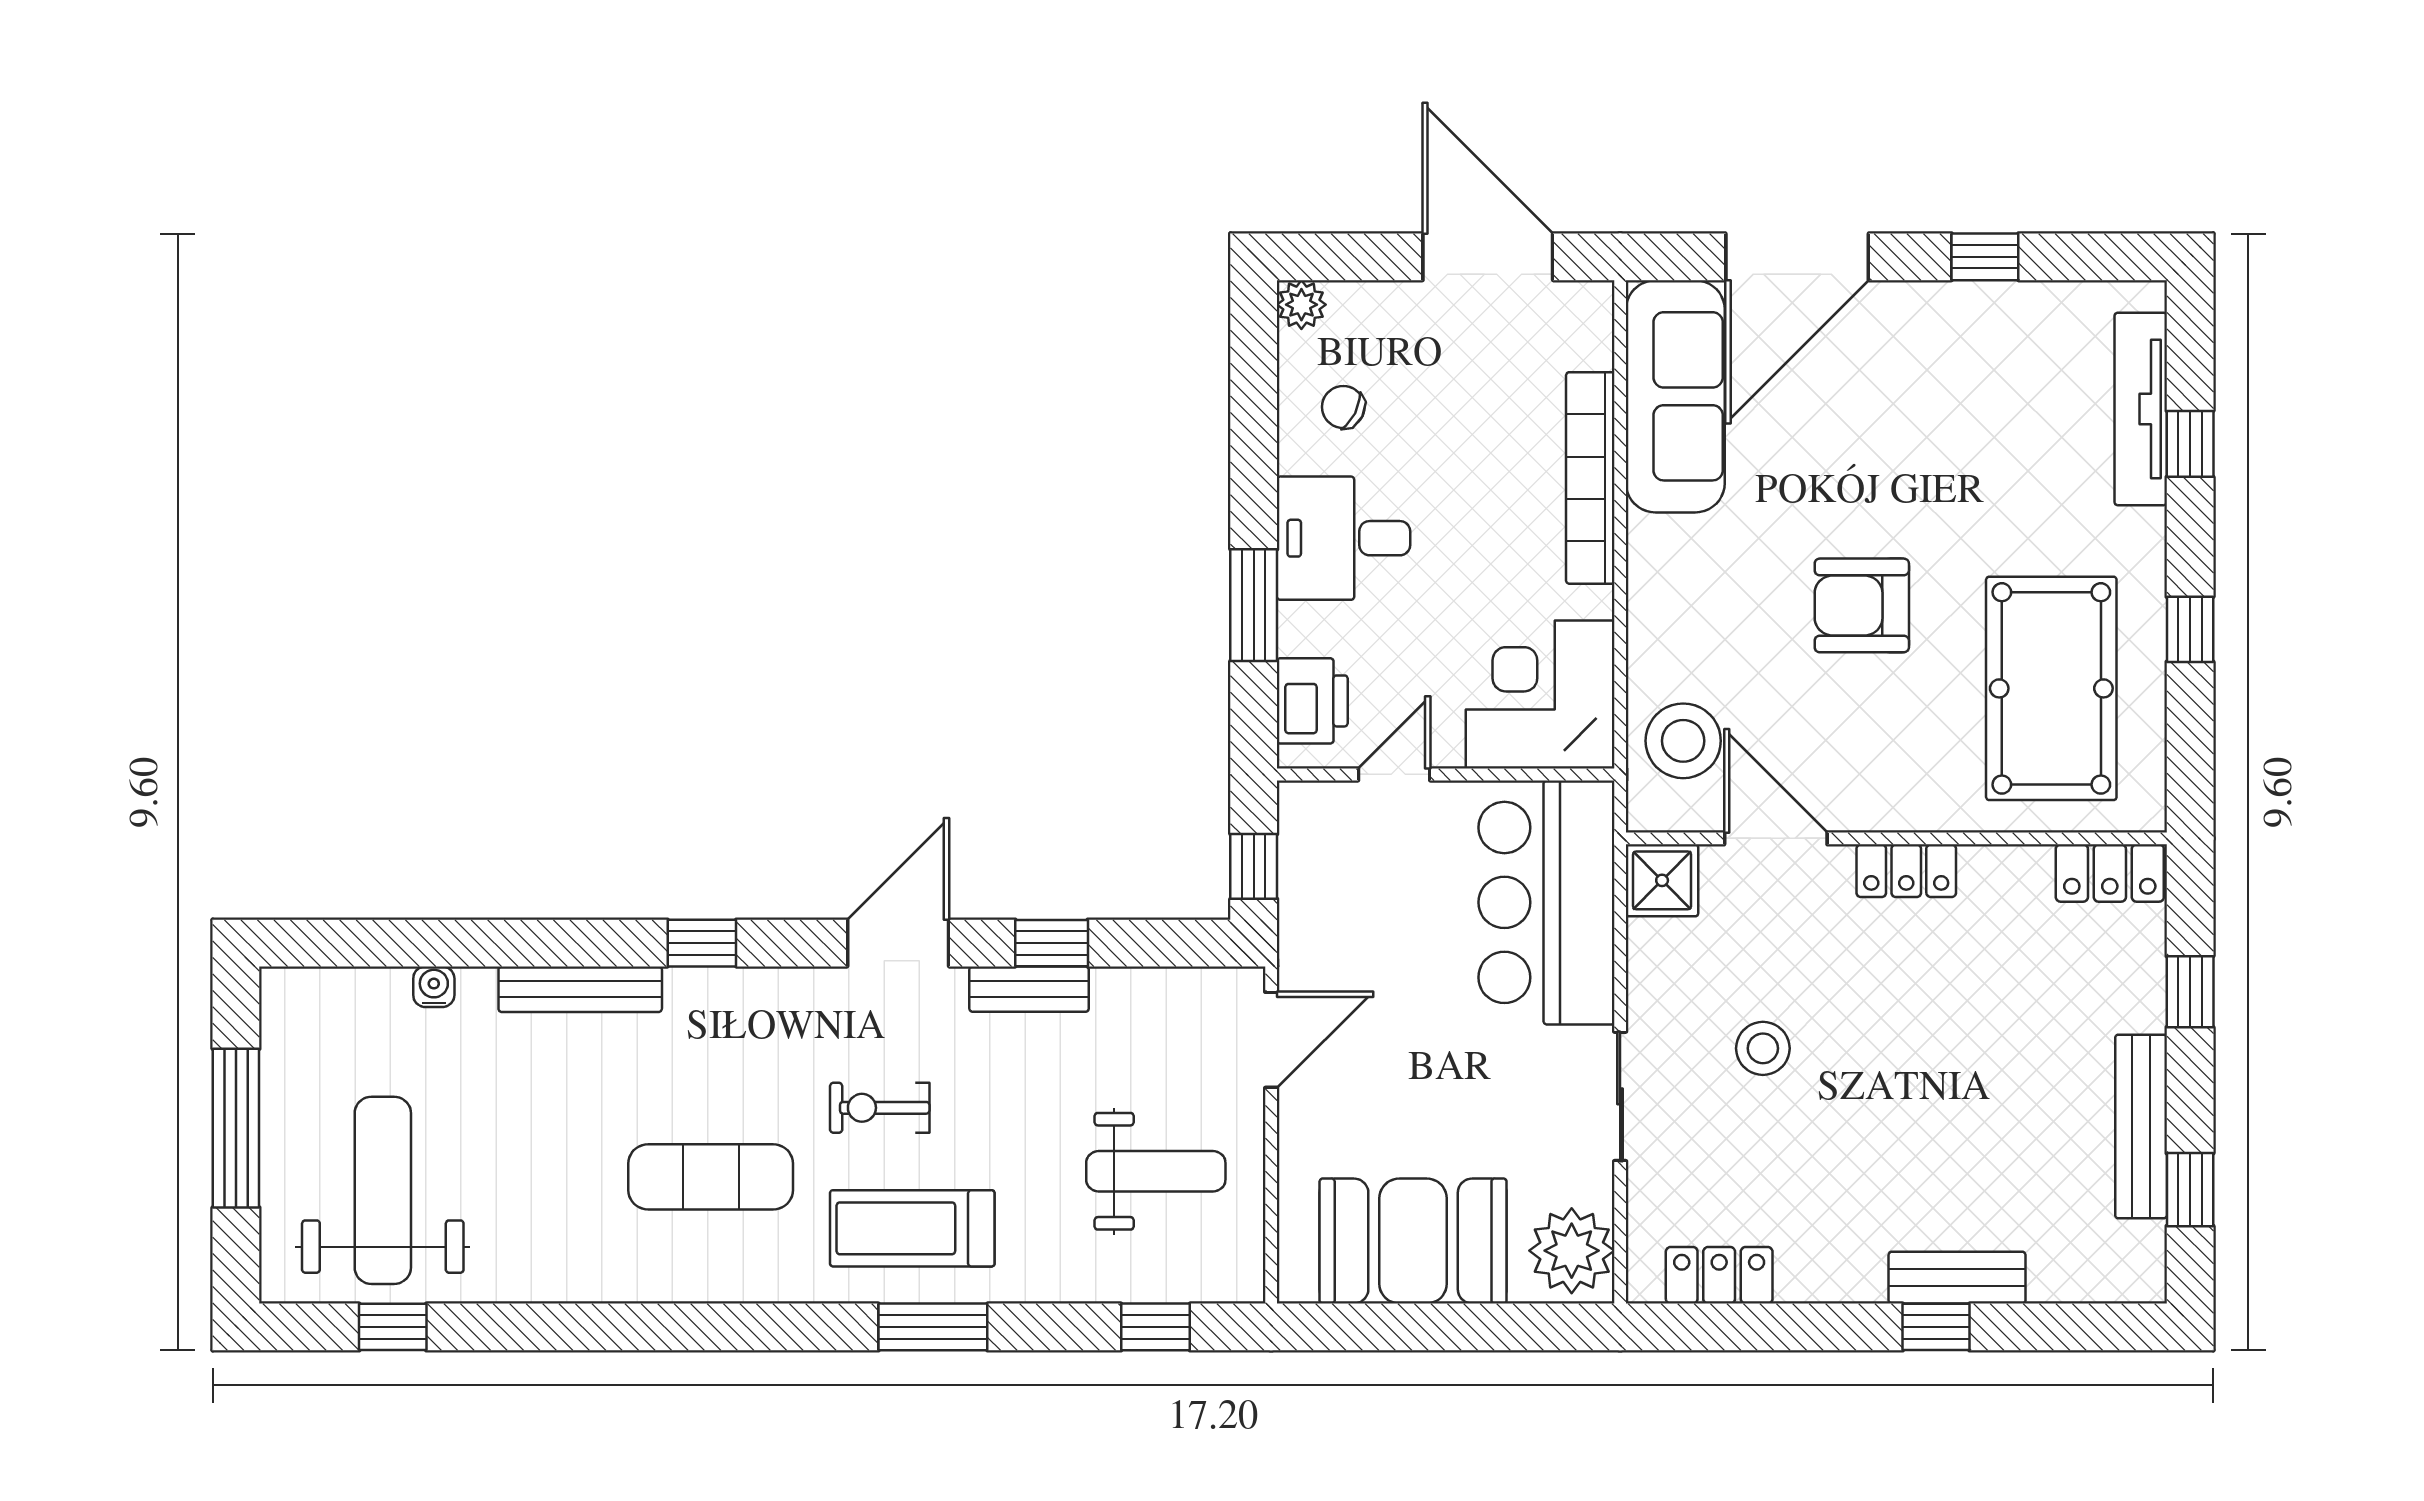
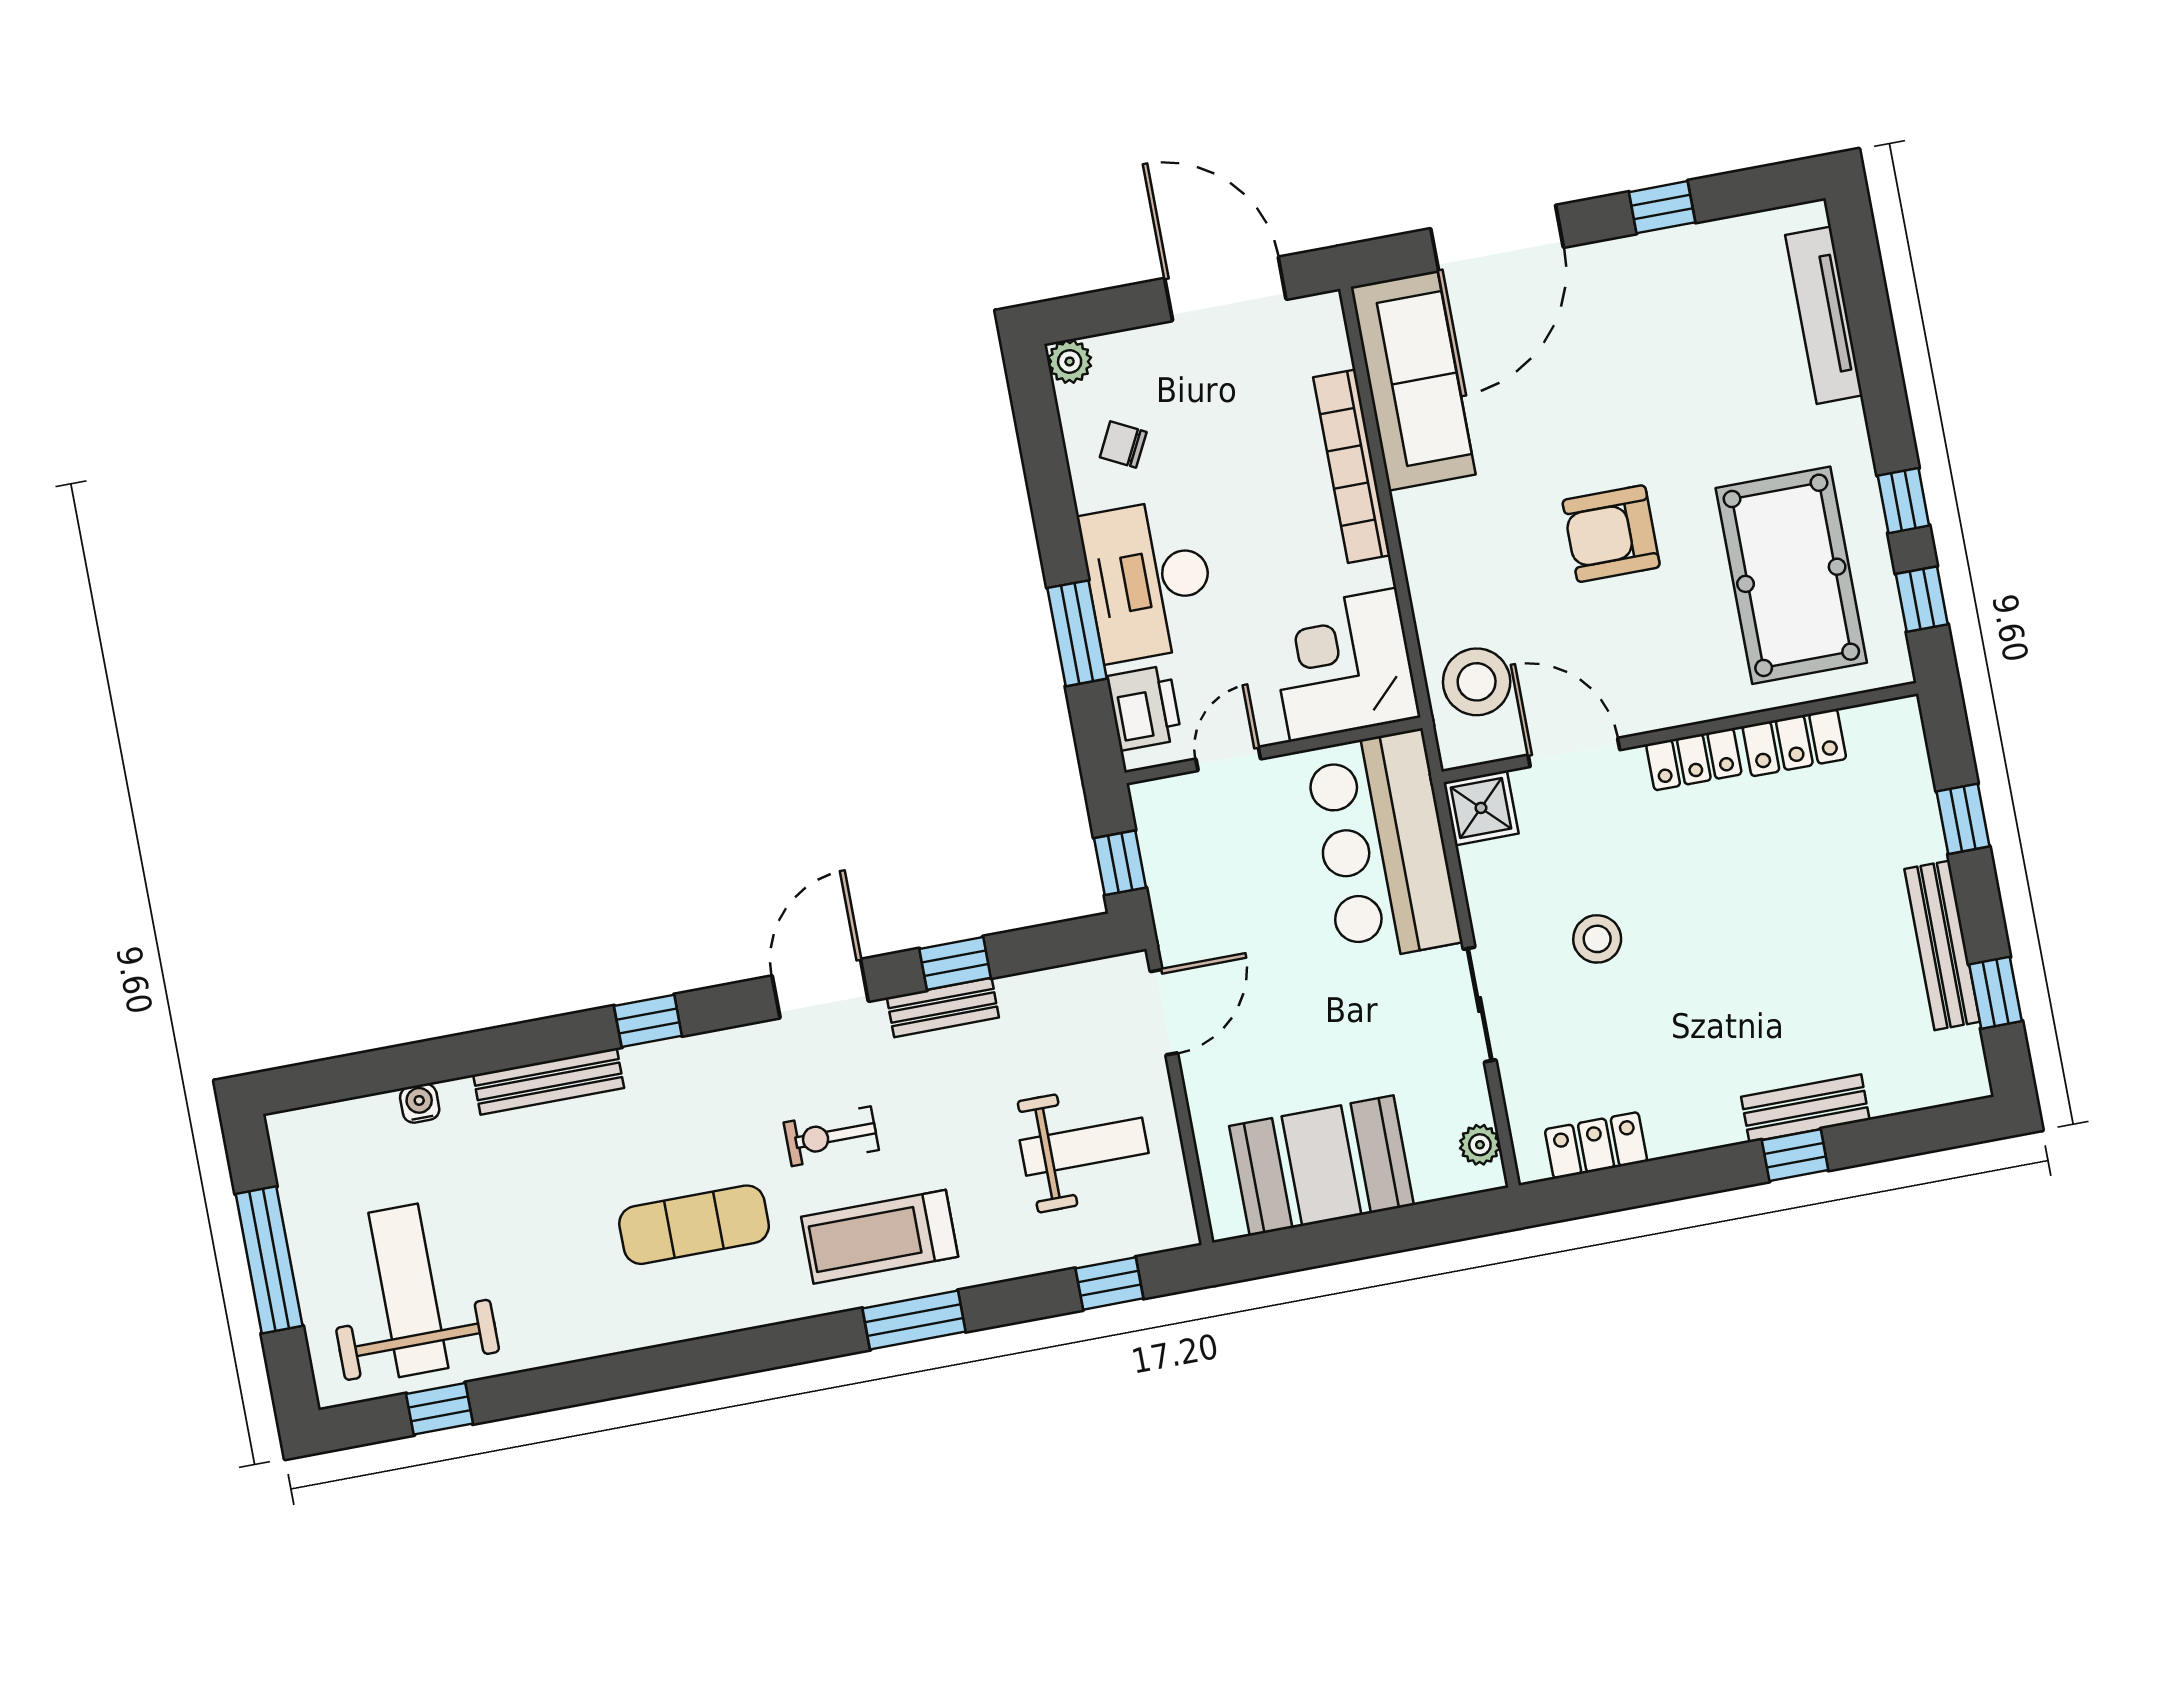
window: (2190, 444) -> (1922, 599), moved
desk: (1343, 538) -> (1149, 580), width x1.37
locker: (2110, 873) -> (1794, 743), moved
plant: (1572, 1251) -> (1480, 1145), width x0.53, depth x0.53

